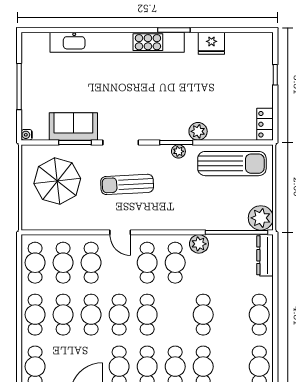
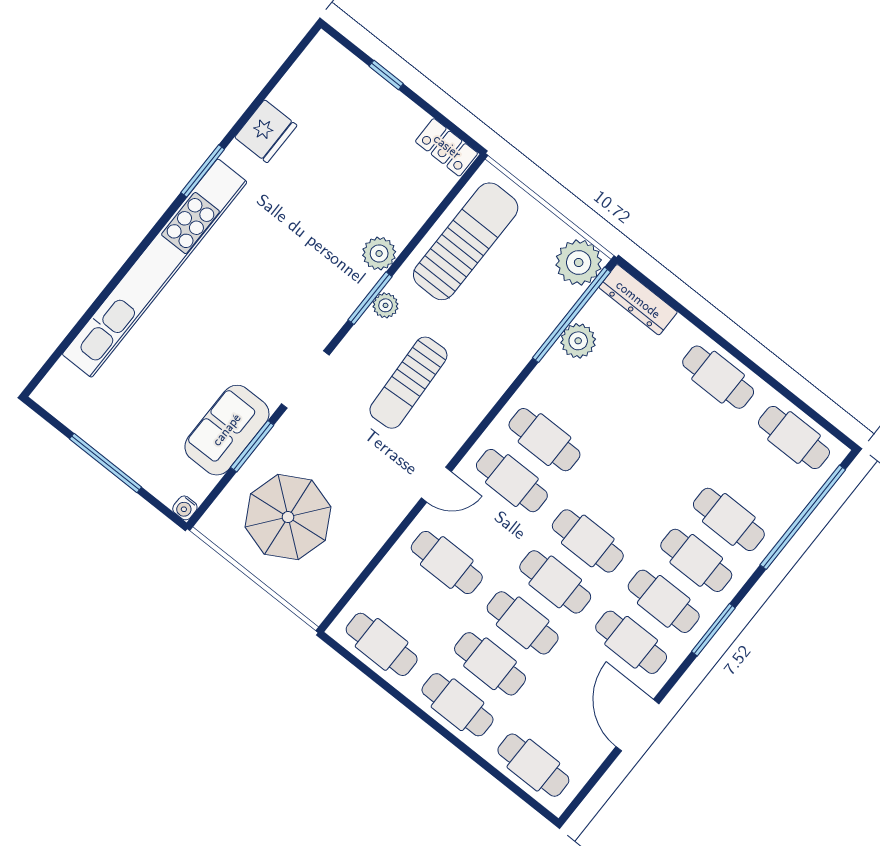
sun lounger: (127, 184) -> (408, 383), moved
plant: (199, 244) -> (578, 341), moved
cafe table: (63, 263) -> (414, 603), removed
cafe table: (203, 315) -> (653, 459), removed

